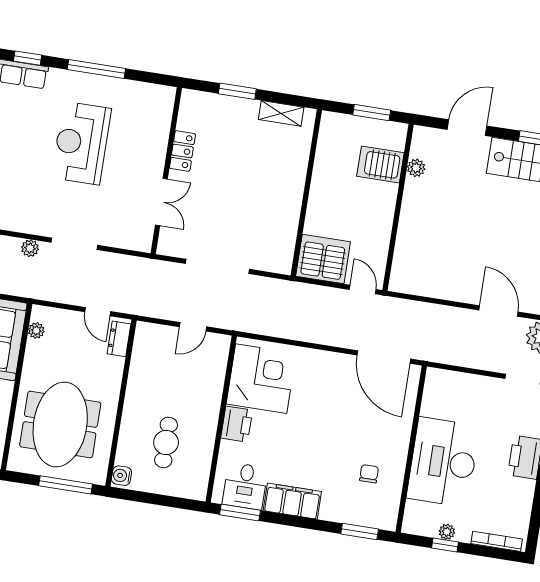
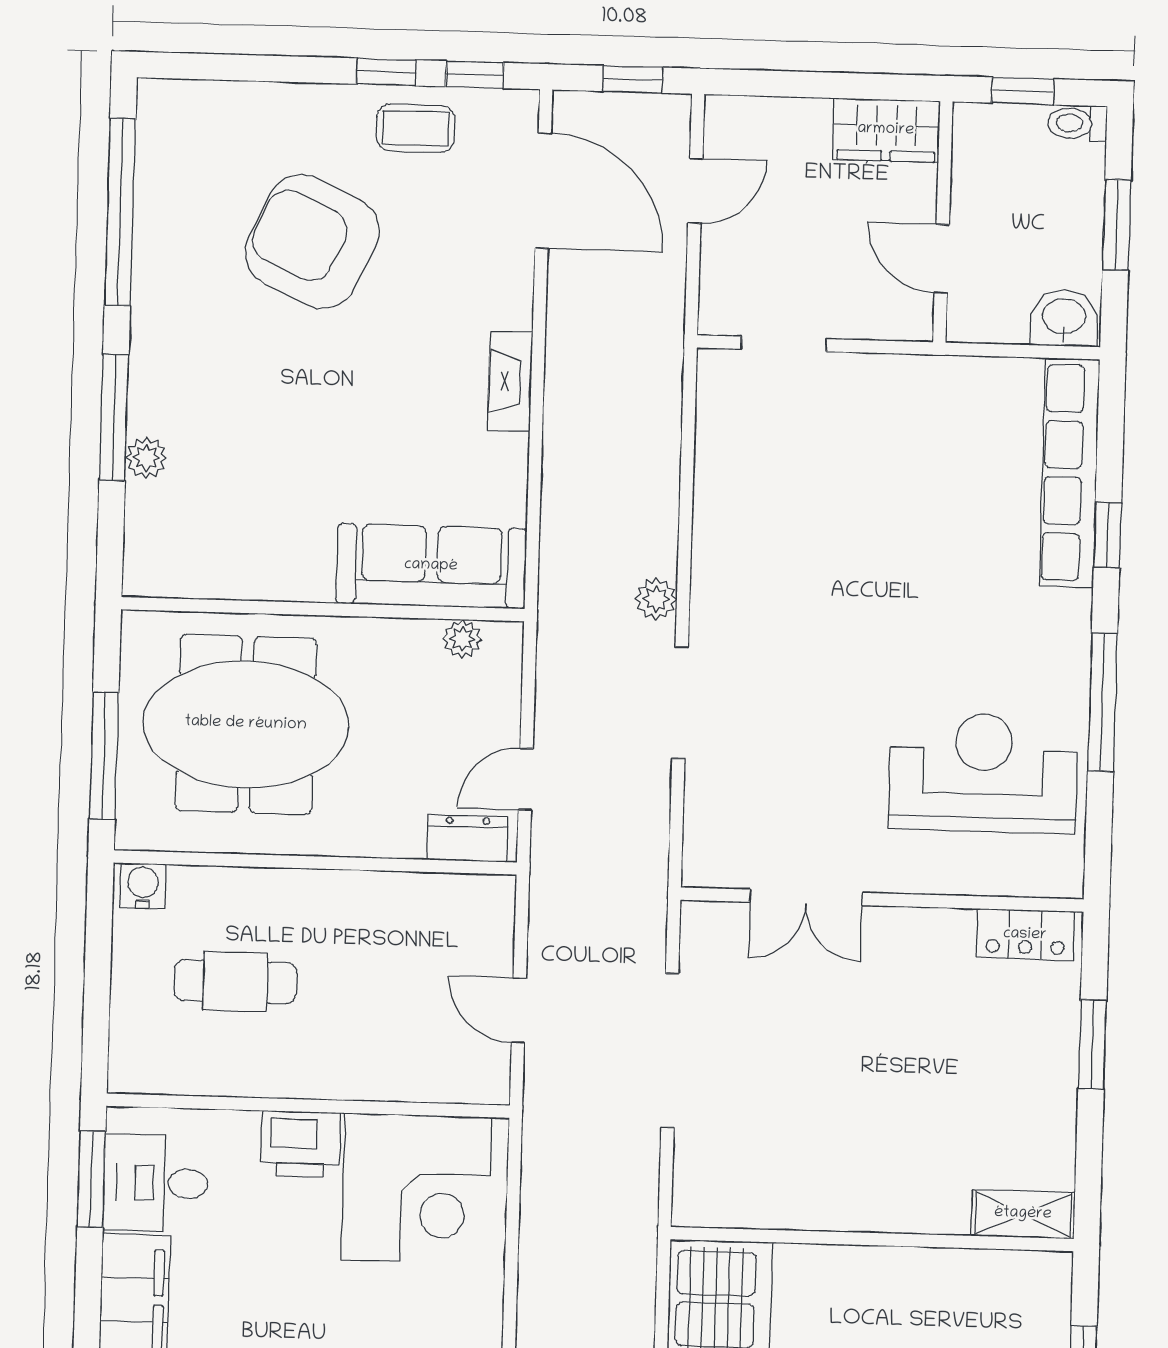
shelving: (281, 113) -> (1023, 1214), moved, turned 90
reception desk: (81, 143) -> (983, 773), moved
locker: (182, 151) -> (1025, 935), moved

